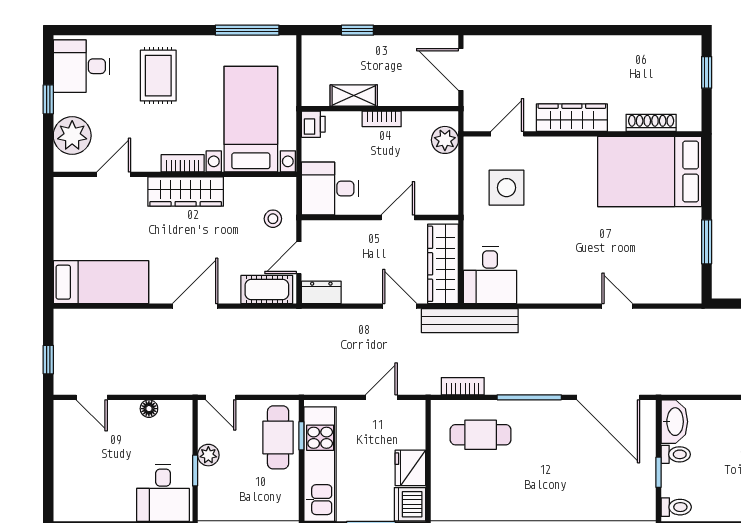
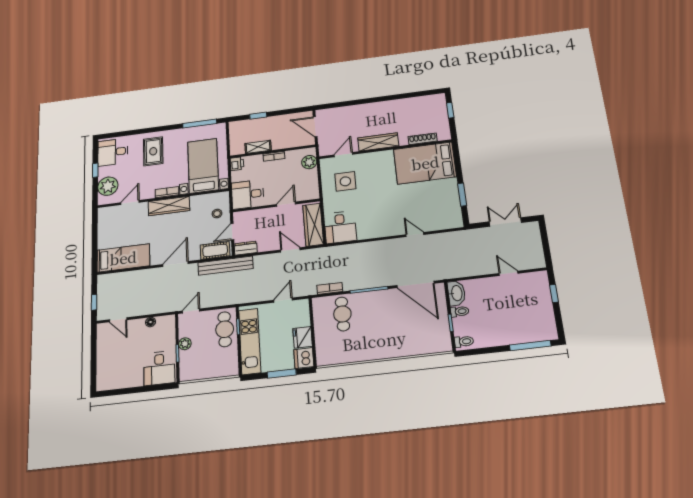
bench: (470, 321) -> (226, 266), moved
door: (221, 397) -> (191, 311), swing flipped
cafe table: (481, 435) -> (342, 314), turned 90

